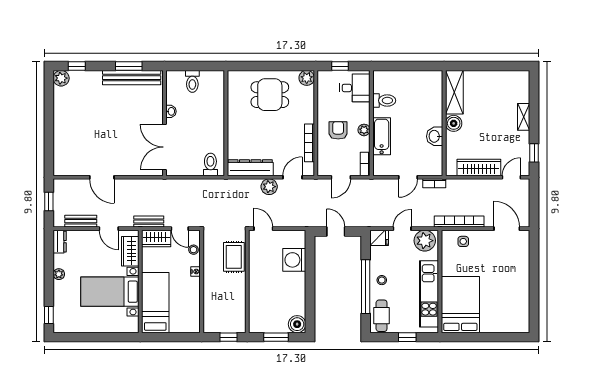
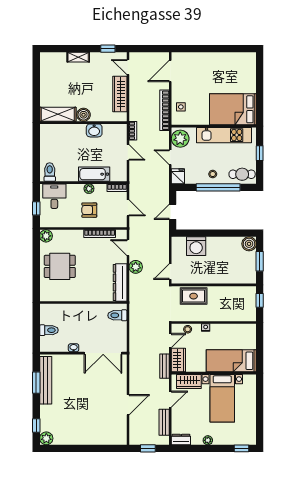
dining table: (270, 95) -> (60, 266), turned 90
toilet: (384, 101) -> (50, 172), moved

